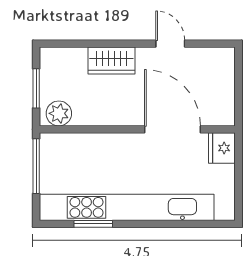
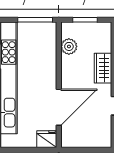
plant: (59, 113) -> (69, 46), moved

